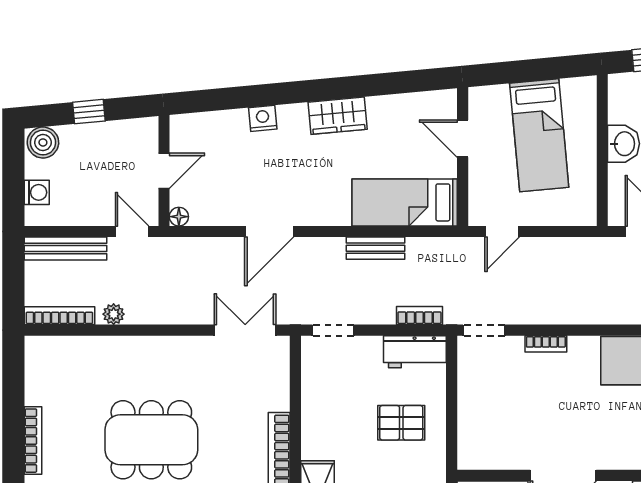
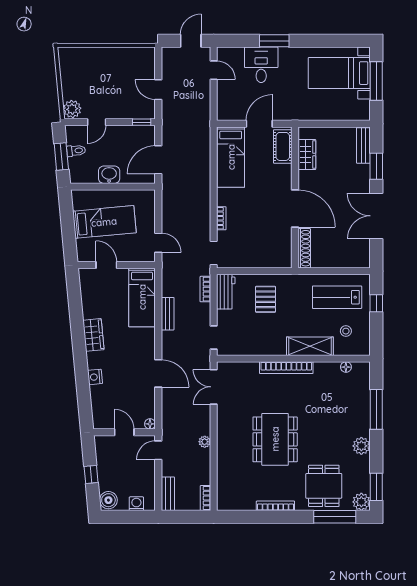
door: (463, 139) -> (106, 265), swing flipped
bench: (65, 249) -> (168, 494), width x0.73
plant: (114, 314) -> (205, 442), moved
bookcase: (59, 316) -> (205, 498), width x0.64

